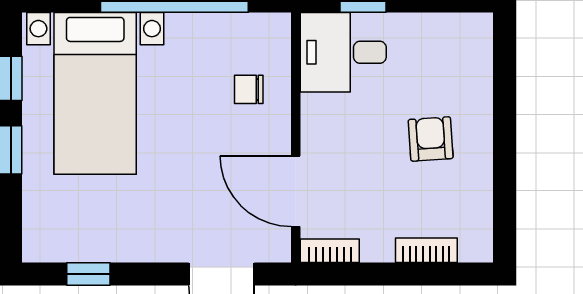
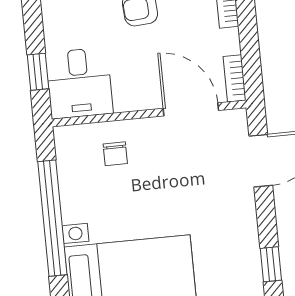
door: (296, 191) -> (191, 109), swing flipped

